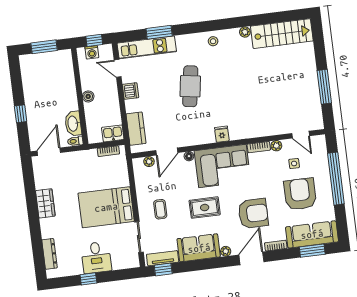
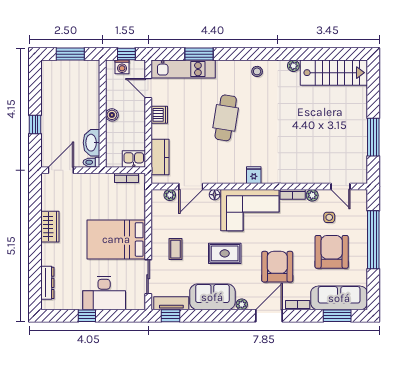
armchair: (253, 213) -> (277, 267), turned -90
desk: (96, 257) -> (104, 293), width x1.37

